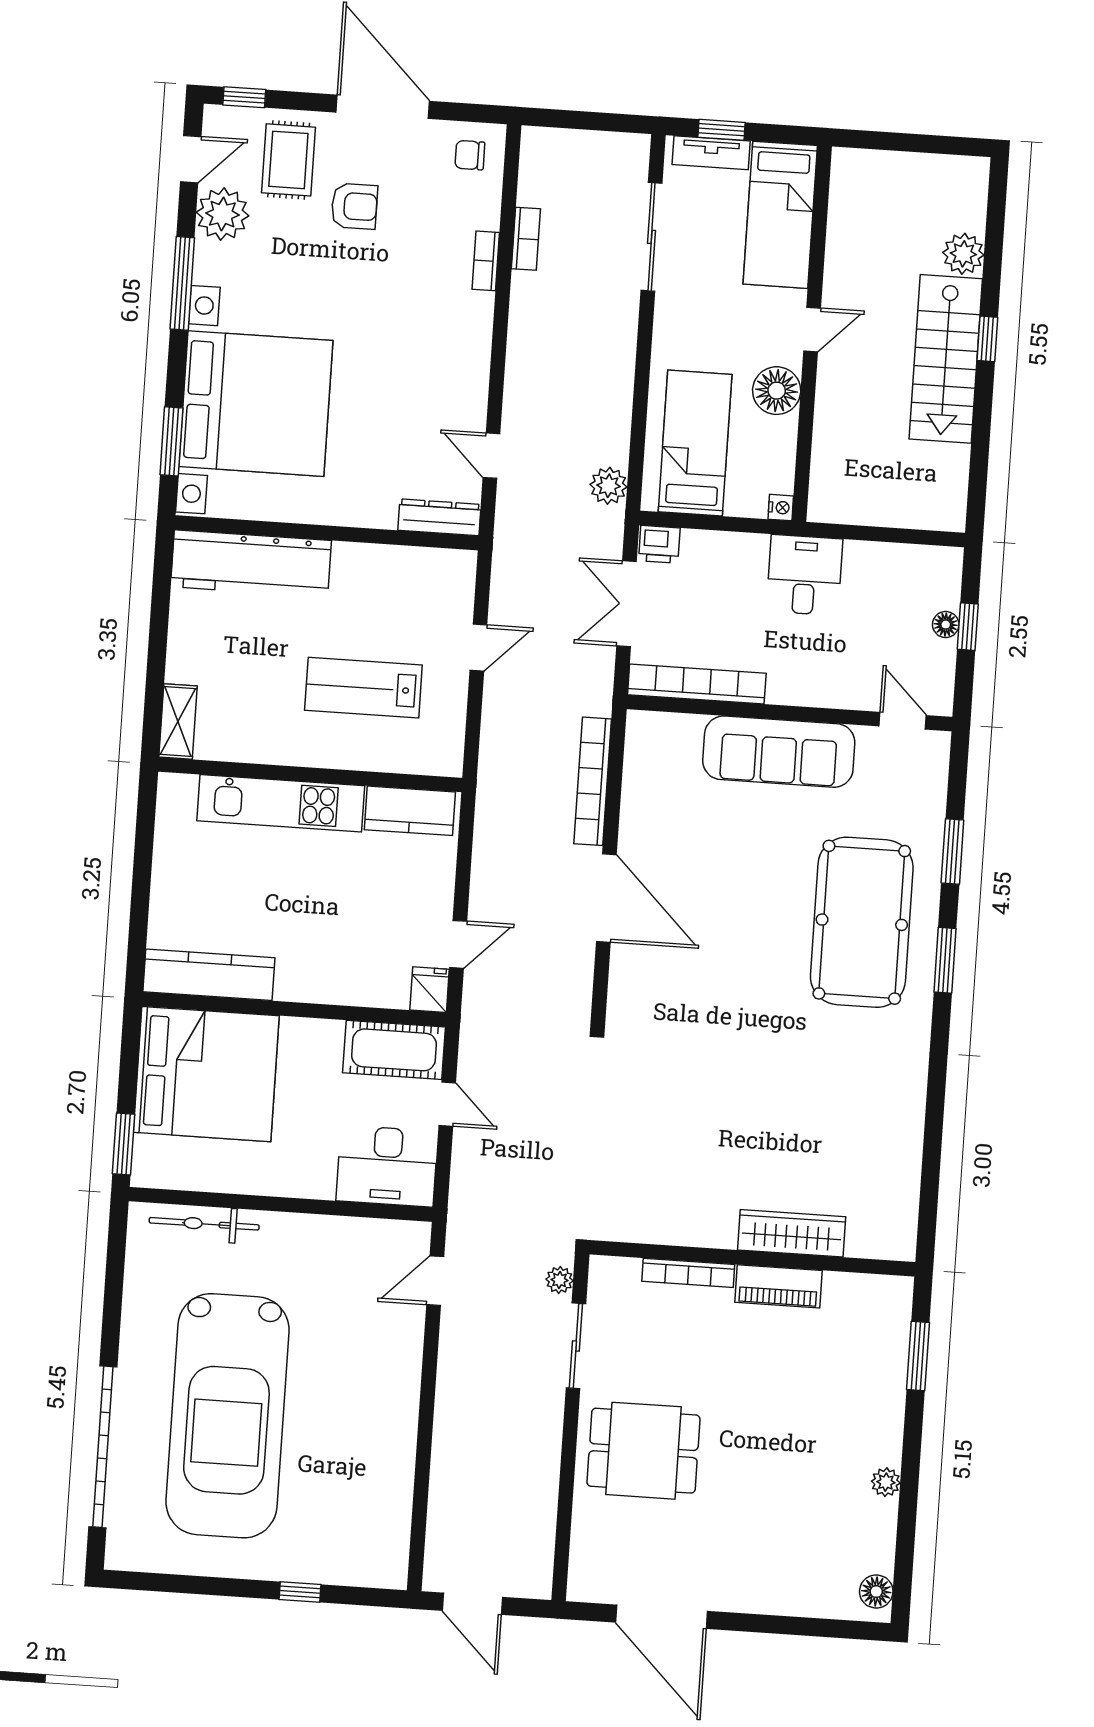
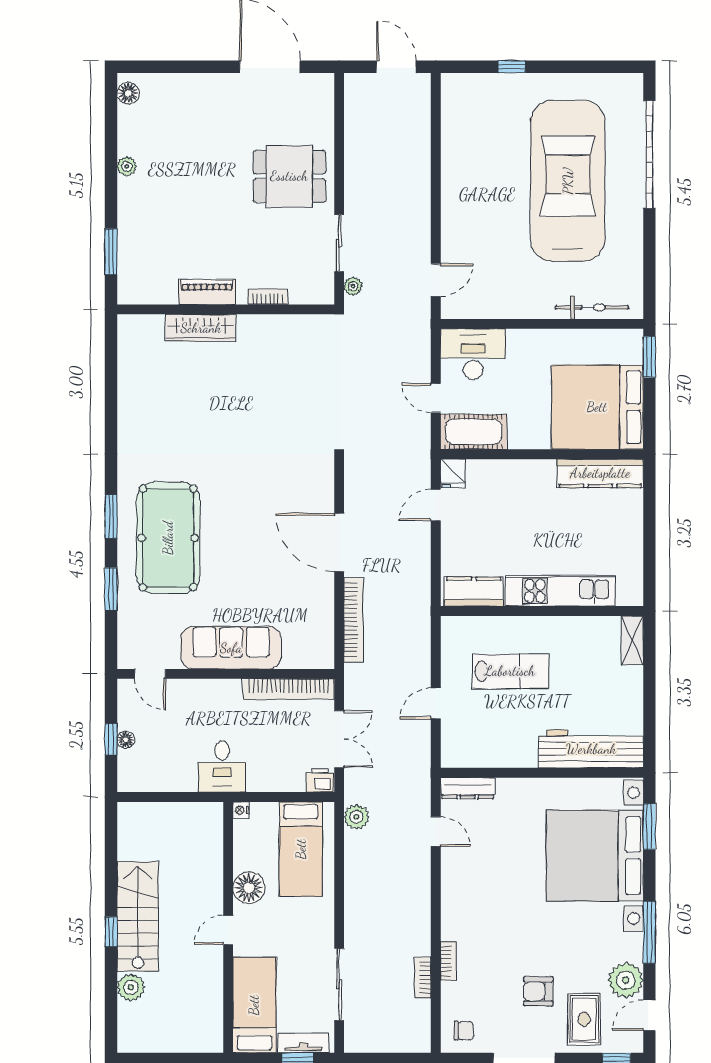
bookcase: (688, 1273) -> (268, 297), width x0.64

